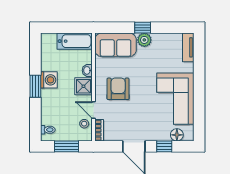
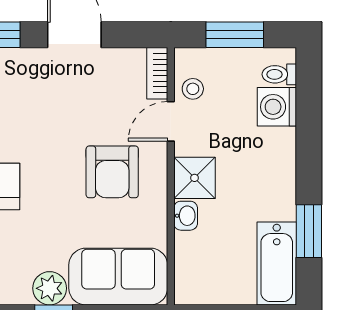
bathtub: (75, 41) -> (277, 263), moved, turned -90
washing machine: (49, 80) -> (277, 107), moved
window: (35, 86) -> (309, 231), moved
door: (93, 110) -> (171, 121), swing flipped

